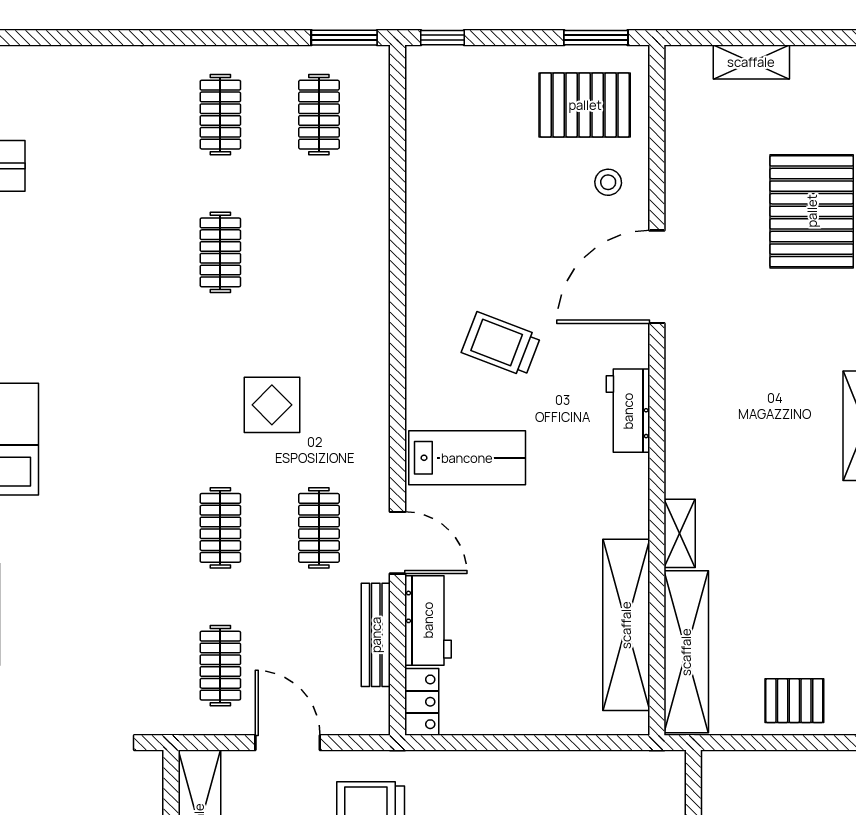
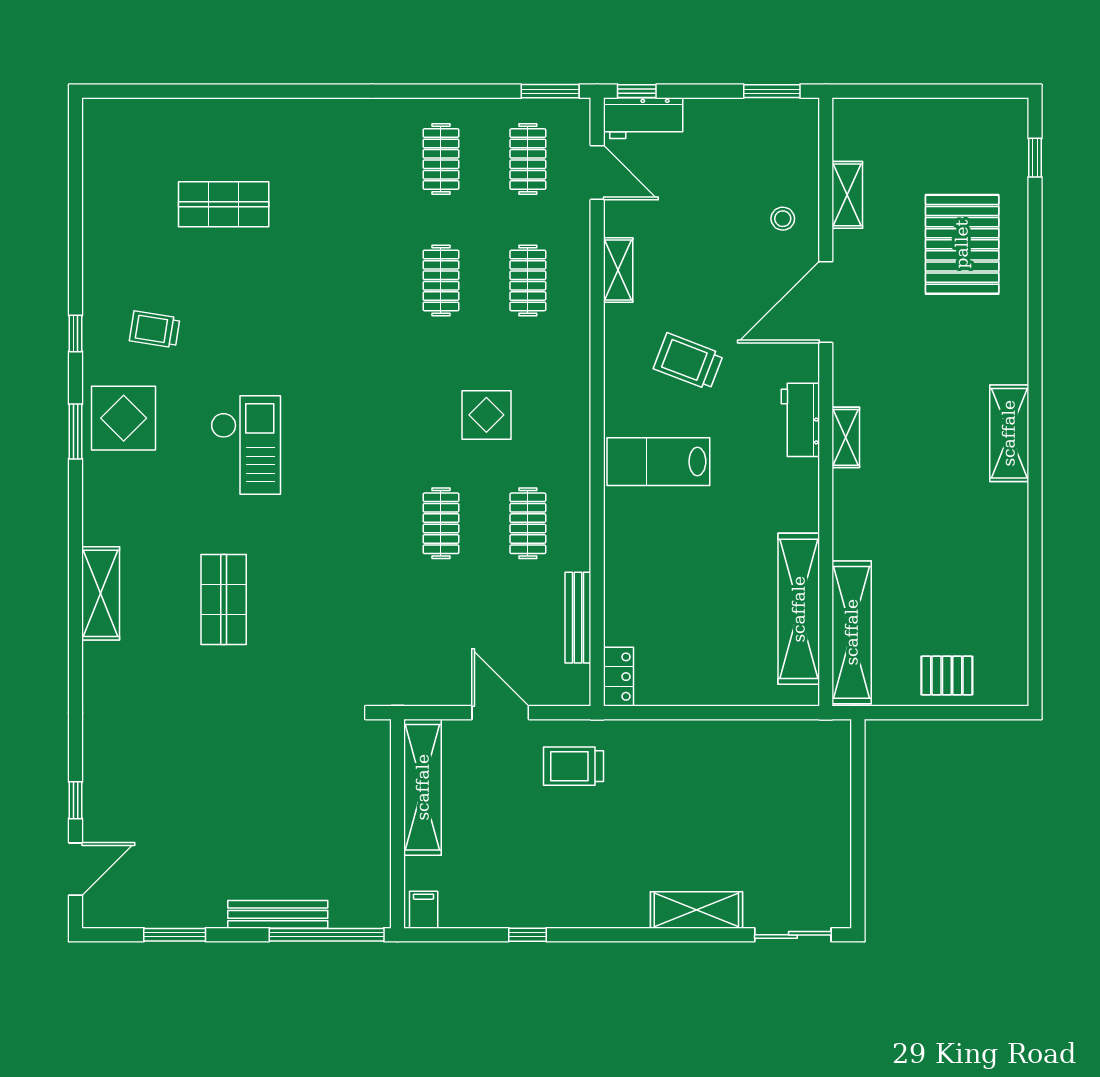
shelving: (751, 62) -> (847, 195), moved, turned 90
pallet: (585, 105) -> (762, 151), removed
shelving: (421, 241) -> (618, 270), added
lab bench: (467, 458) -> (658, 462), turned 180
shelving: (680, 533) -> (846, 437), moved
door: (398, 543) -> (597, 173), moved
workbench: (428, 620) -> (643, 118), moved, turned 90
clothes rail: (220, 666) -> (528, 280), moved

